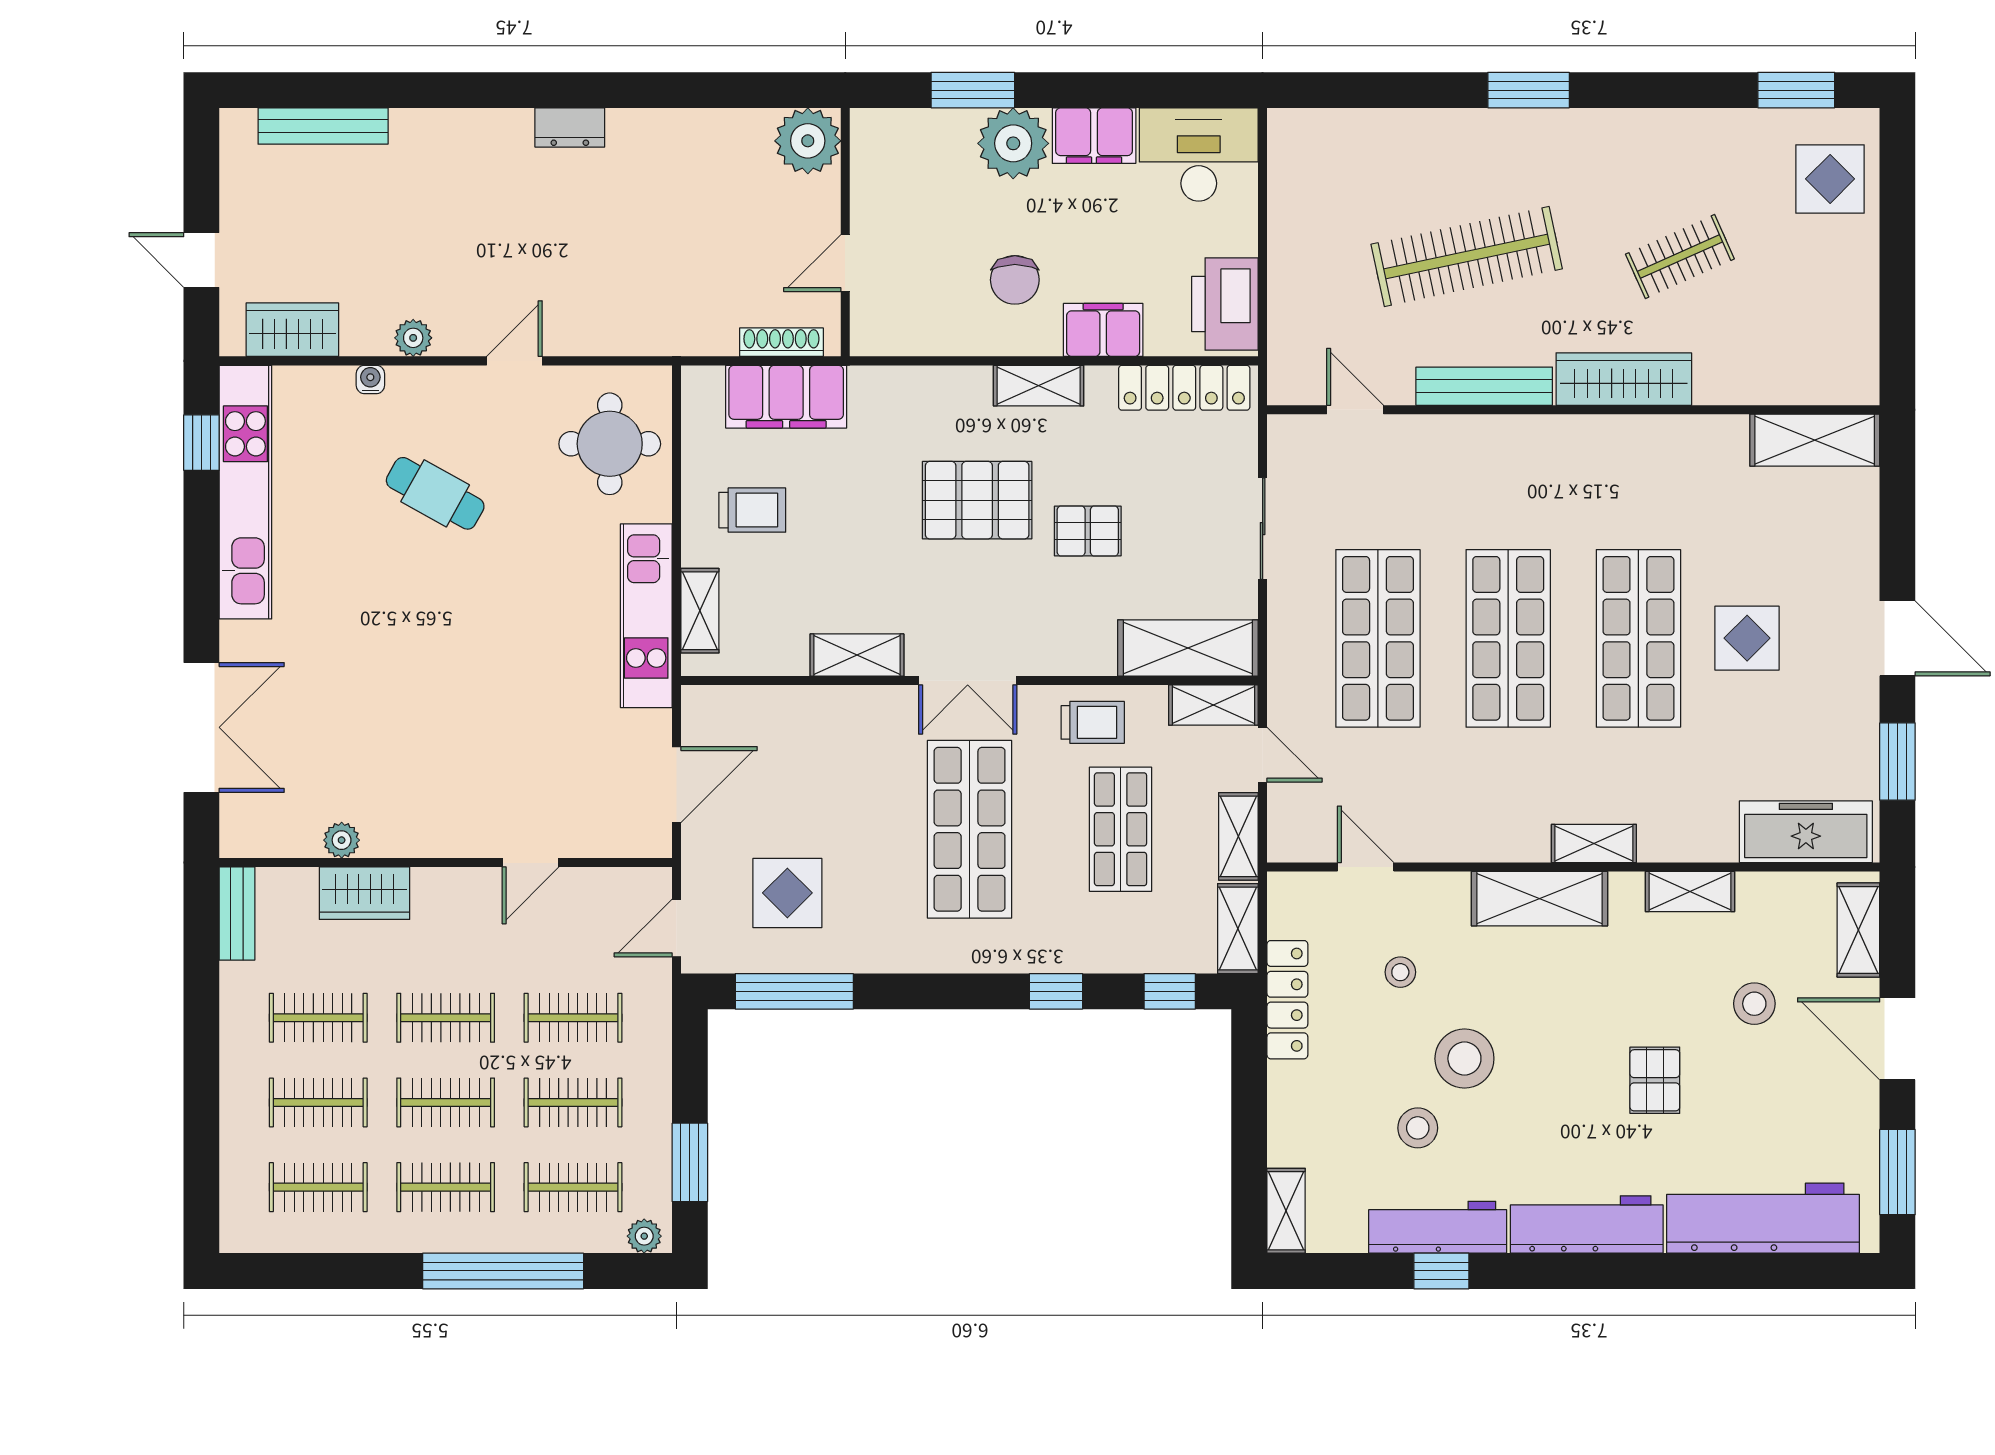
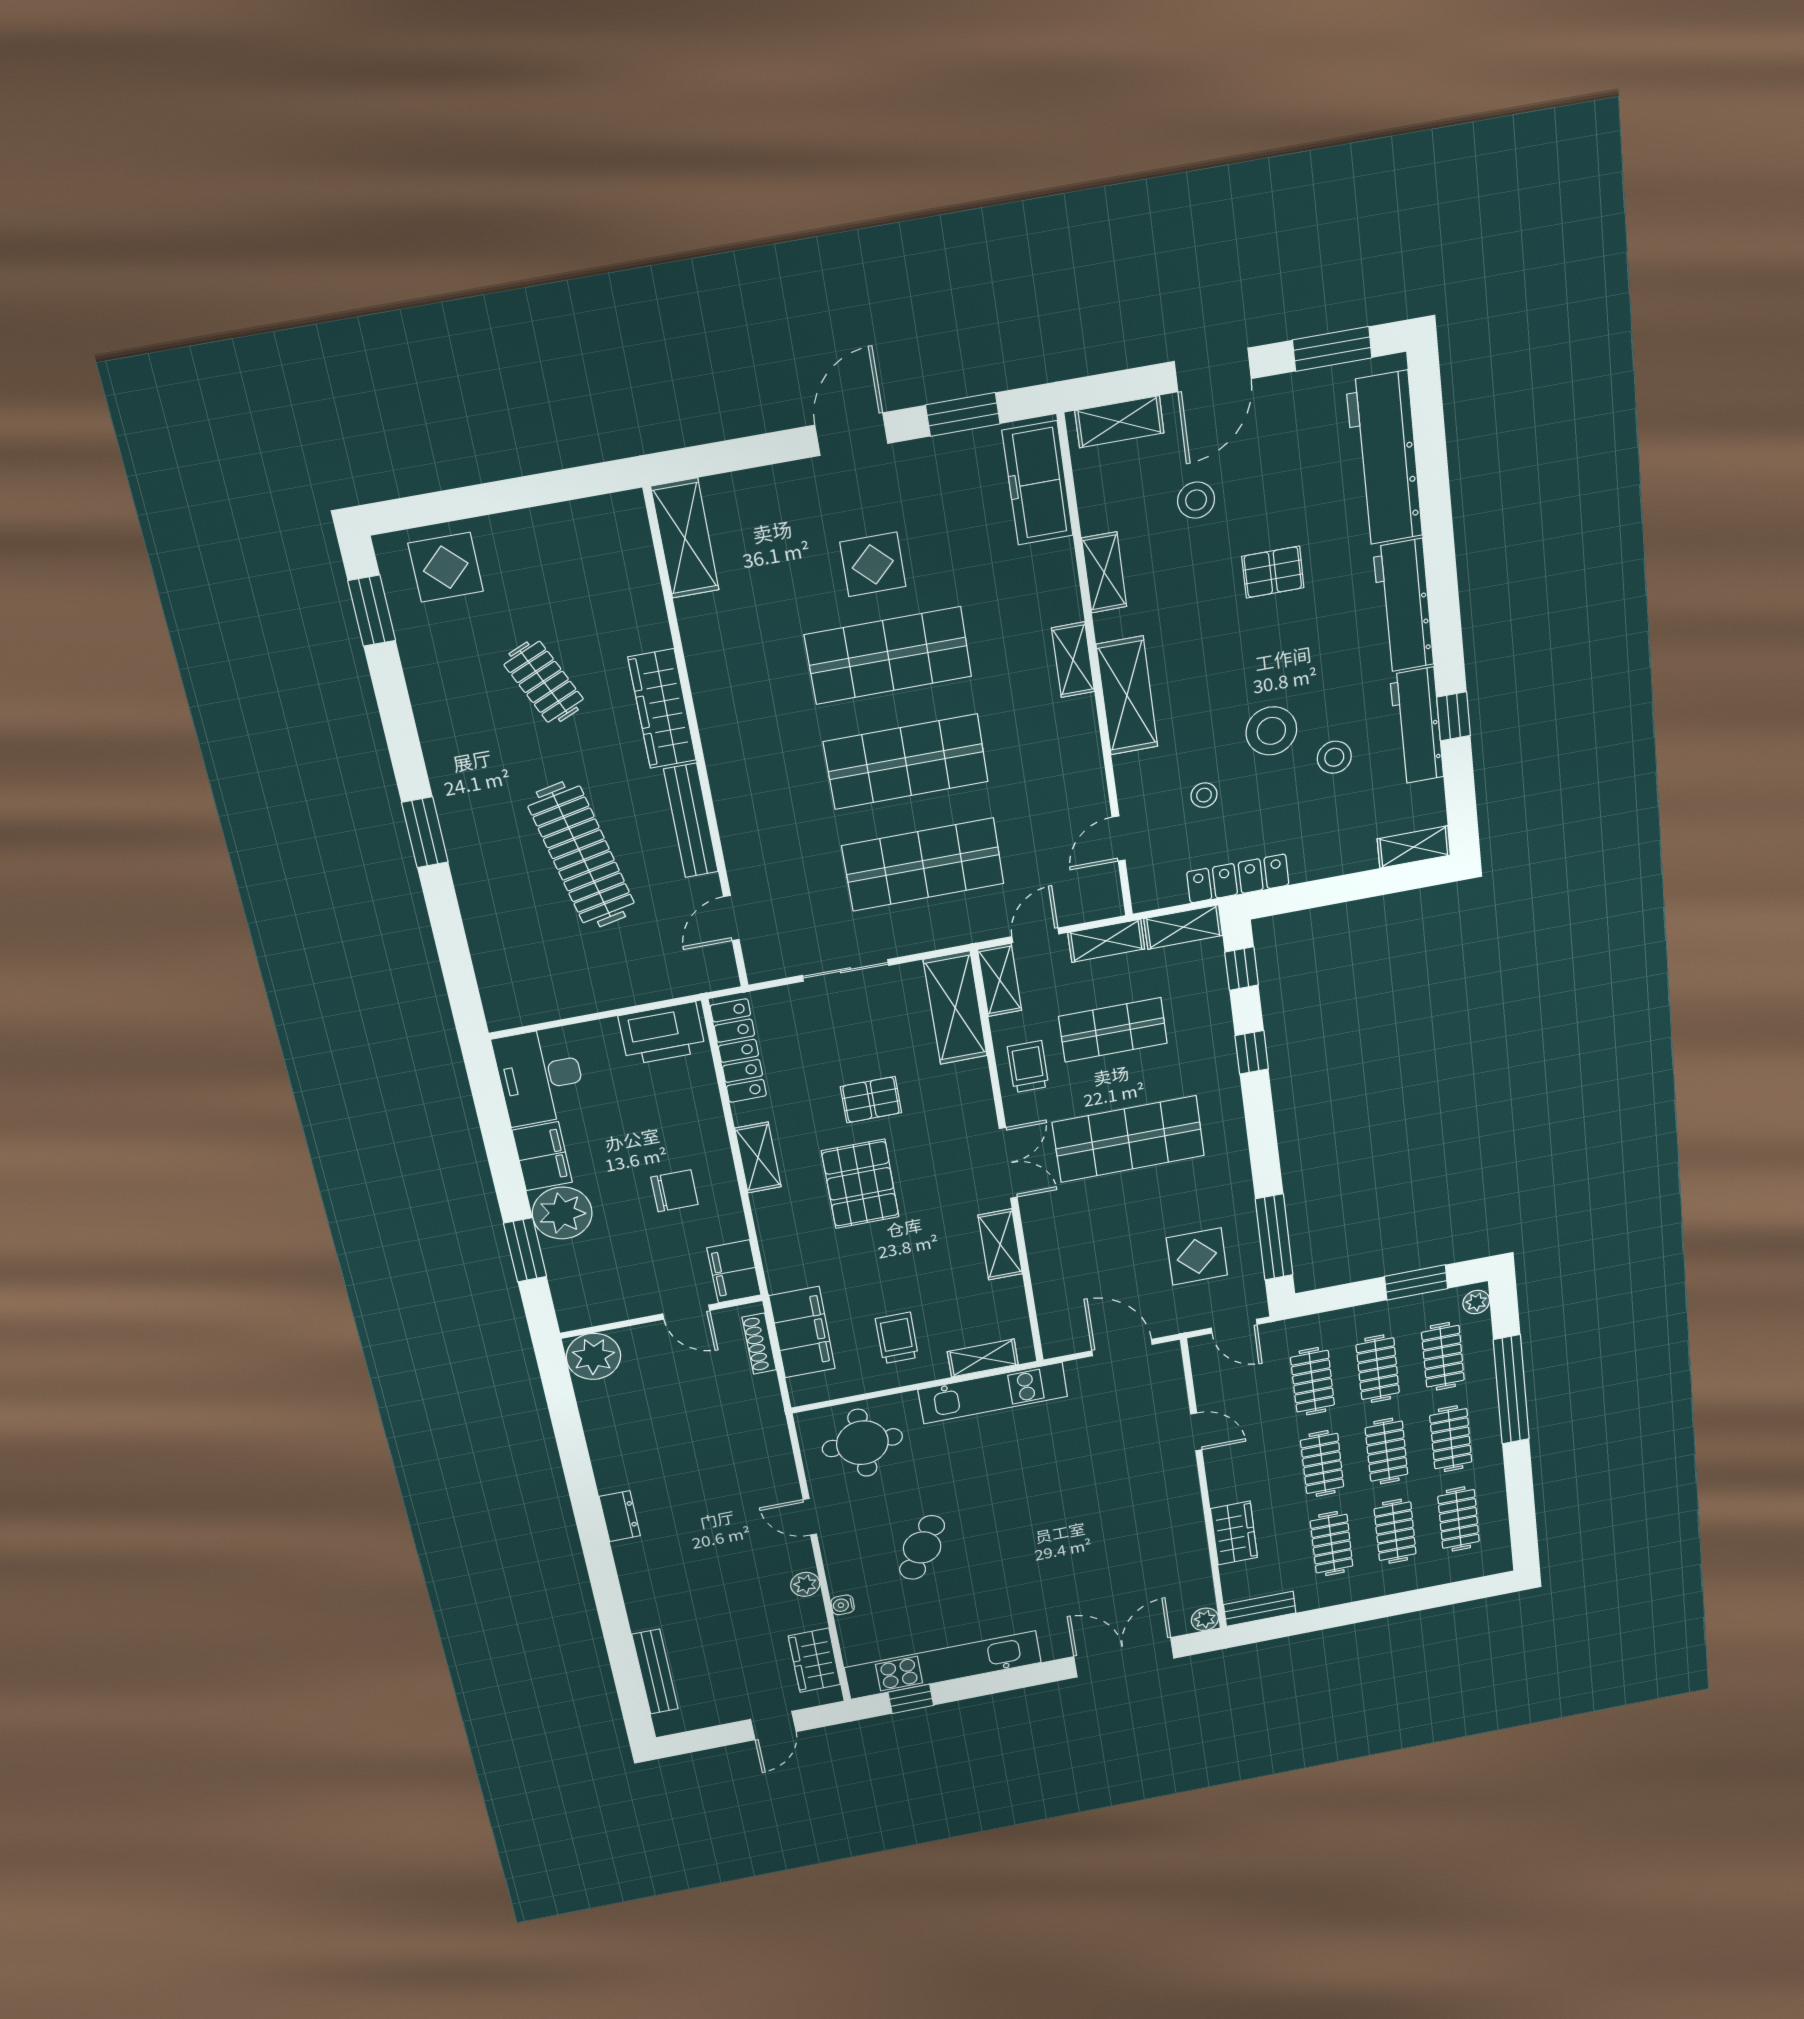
filing cabinet: (1103, 330) -> (734, 1271), moved
pallet: (1088, 531) -> (871, 1100), turned 90
plant: (342, 840) -> (1205, 1619), moved

